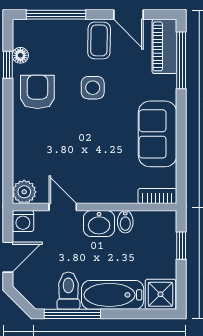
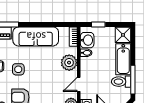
sofa: (158, 134) -> (36, 36), width x1.36
plant: (106, 188) -> (69, 63), added
washbasin: (99, 224) -> (87, 40), moved

